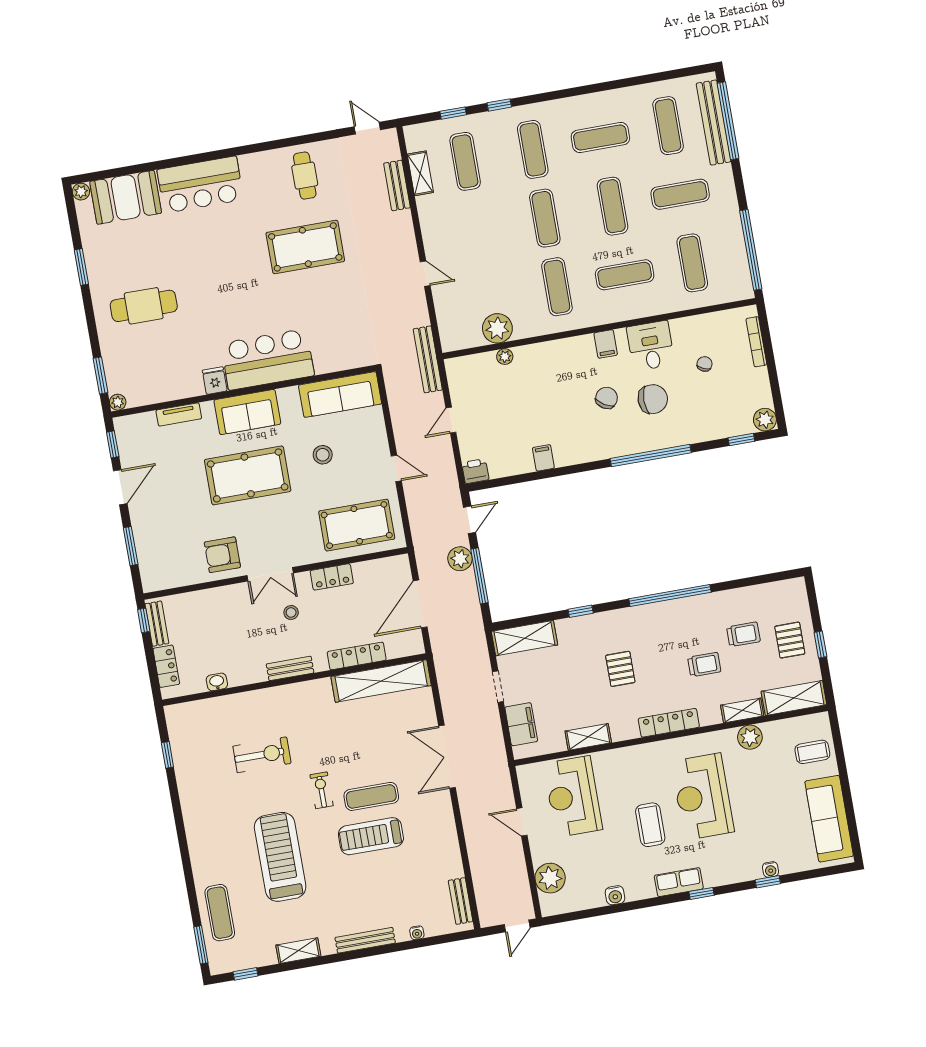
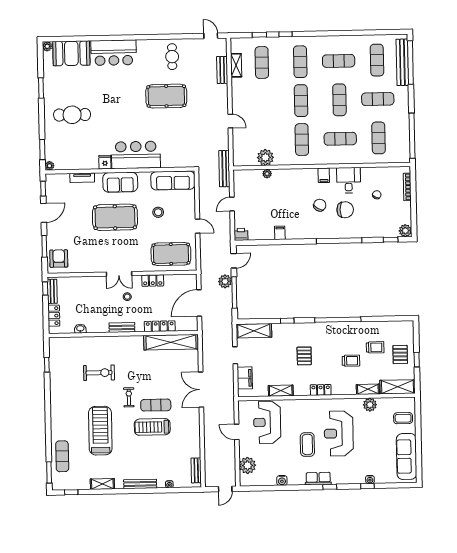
armchair: (222, 555) -> (59, 259), moved, turned 90
locker: (669, 723) -> (321, 390), width x0.66

